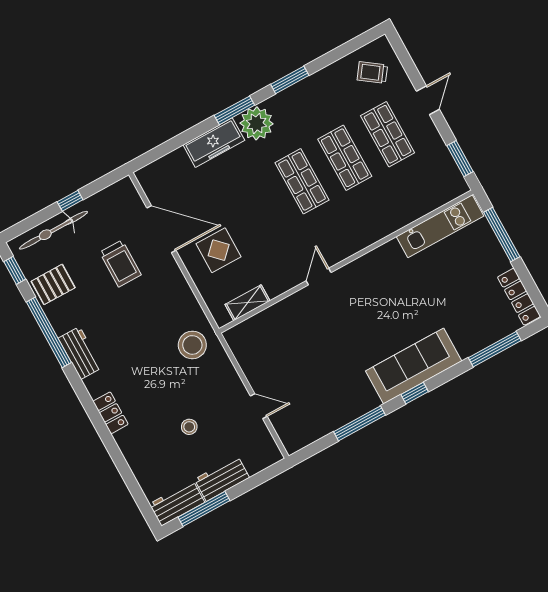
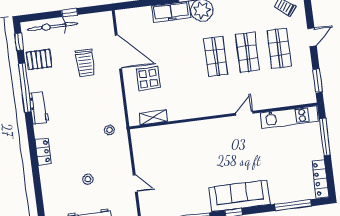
door: (319, 277) -> (244, 113), moved
stool: (192, 345) -> (109, 130), width x0.53, depth x0.53

